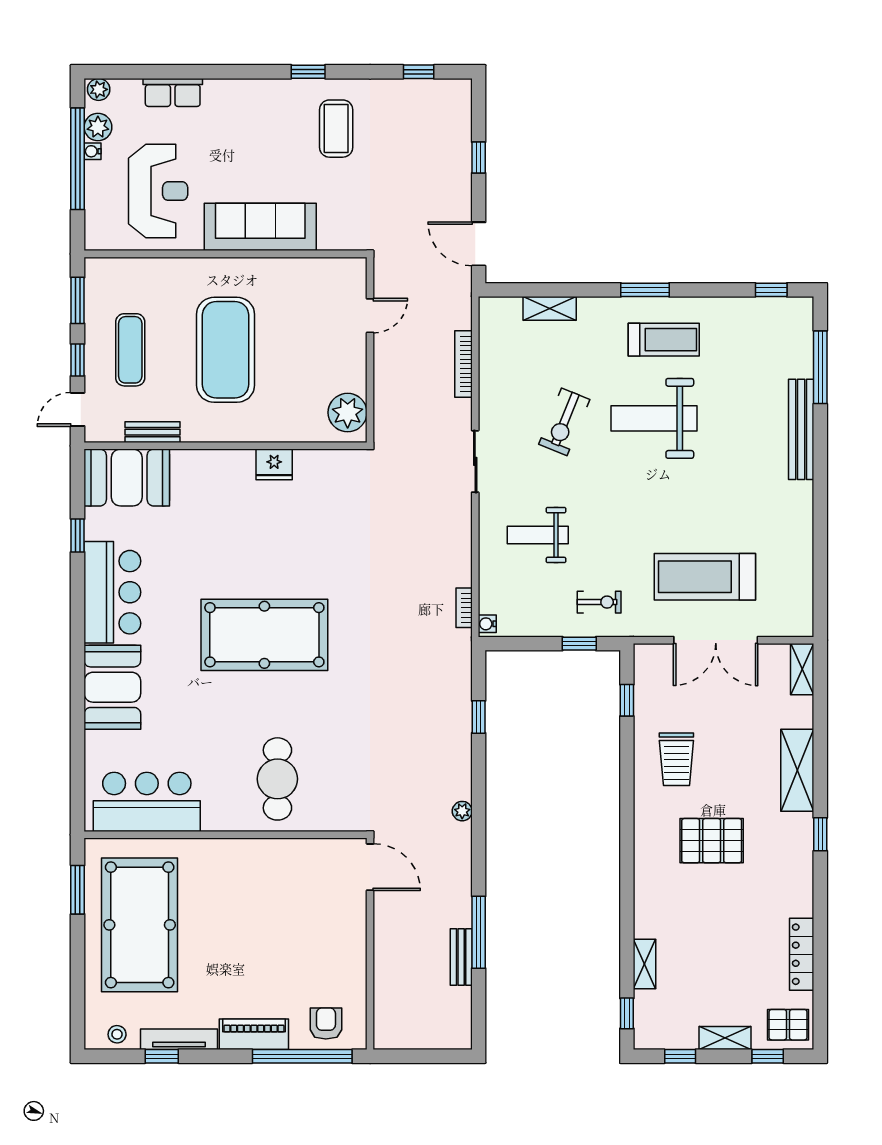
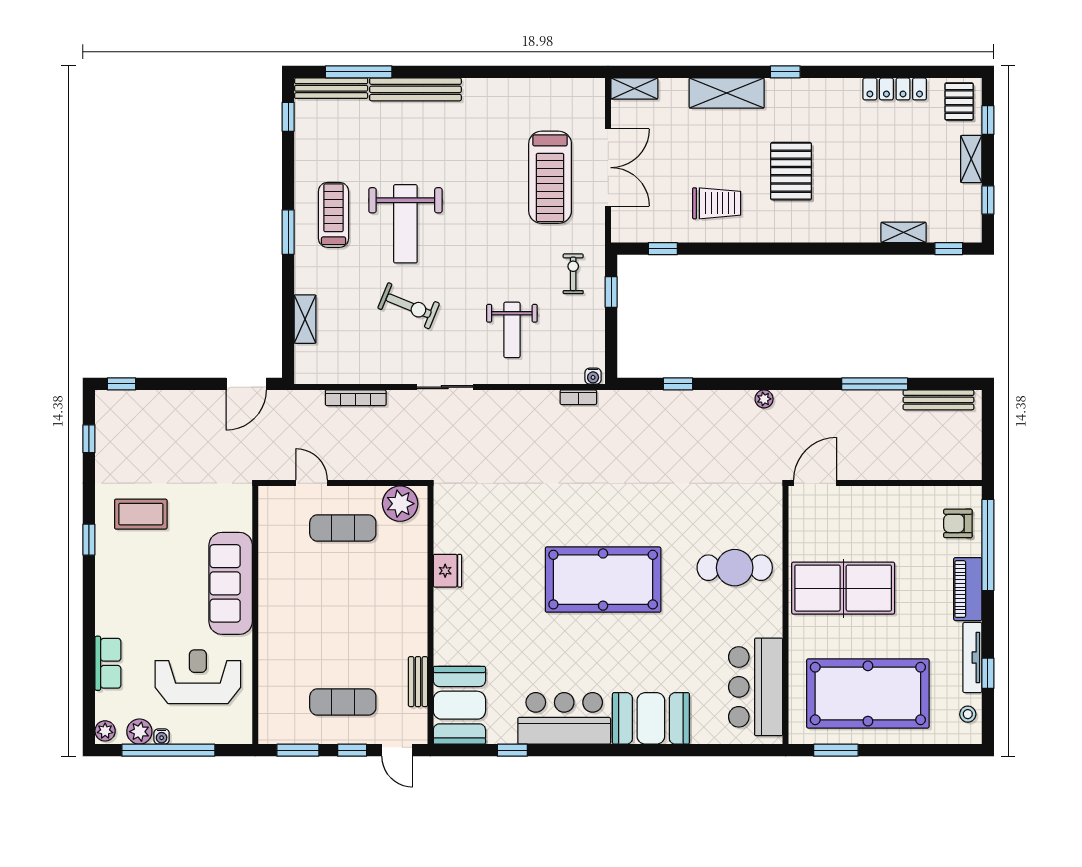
window: (479, 158) -> (122, 384), moved
bench: (802, 337) -> (331, 88), added
exercise mat: (226, 350) -> (343, 528), moved, width x0.50, depth x0.69
pool table: (264, 635) -> (603, 580), turned 90
table tennis table: (255, 898) -> (843, 588), added
bench: (461, 957) -> (938, 400), moved, width x1.36

